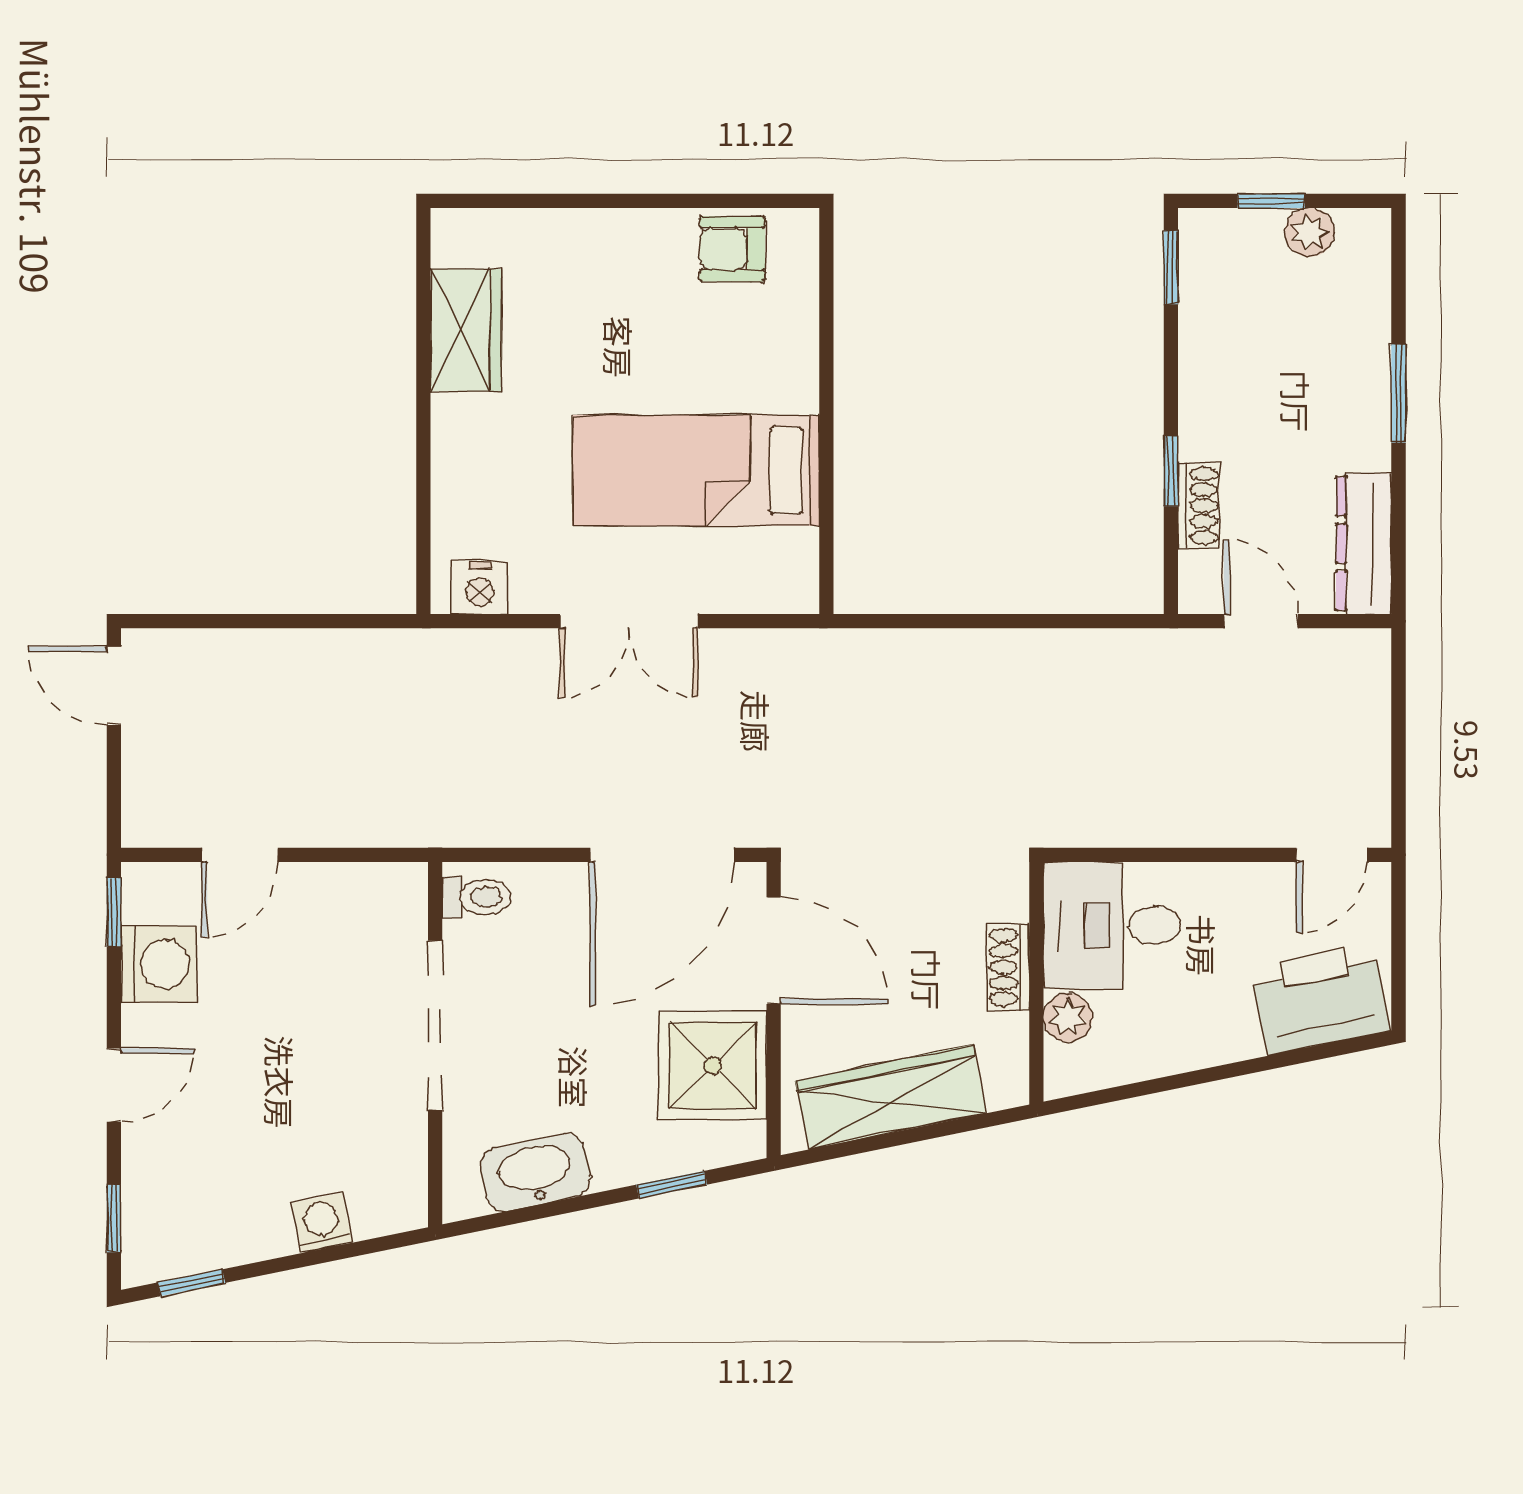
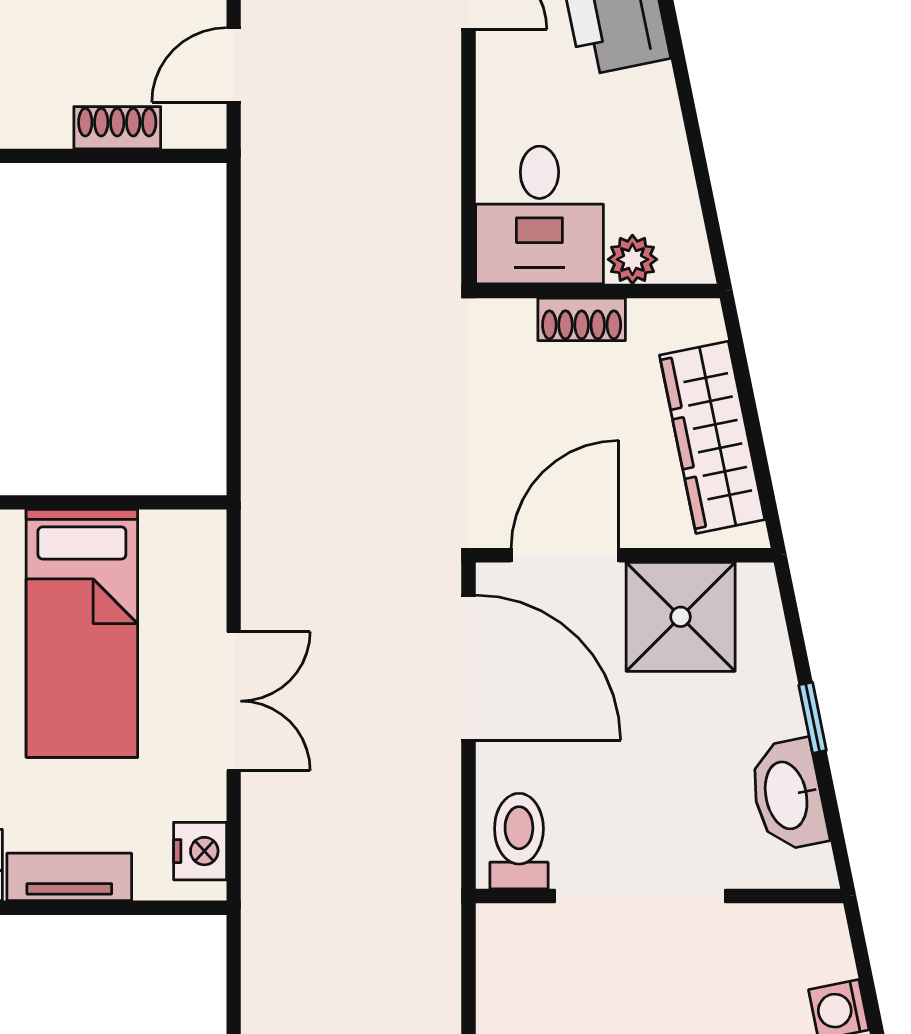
tv unit: (454, 458) -> (69, 877), added
window: (1171, 471) -> (83, 156), removed
toilet: (476, 897) -> (519, 841), width x1.37, depth x1.39
window: (672, 1185) -> (813, 718), moved

